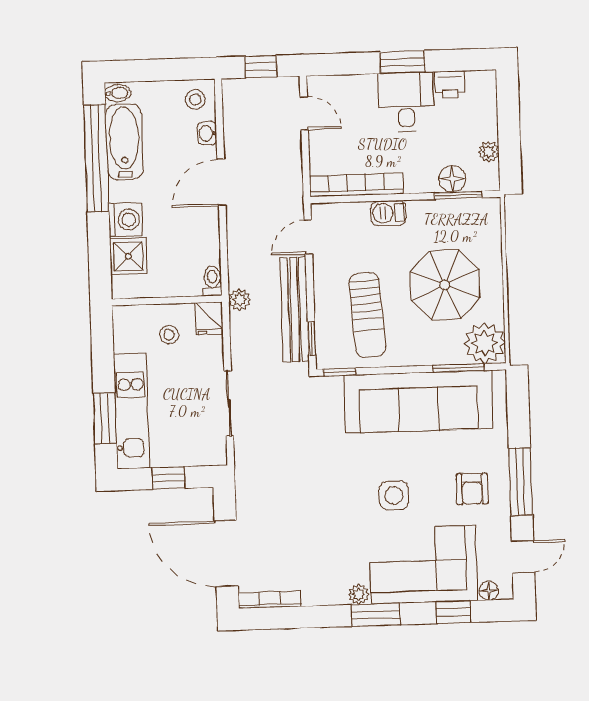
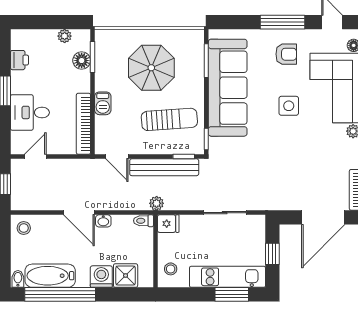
desk: (406, 102) -> (30, 112), moved
washbasin: (207, 133) -> (103, 221), moved
stool: (169, 335) -> (171, 269), moved
plant: (485, 343) -> (191, 43), removed

